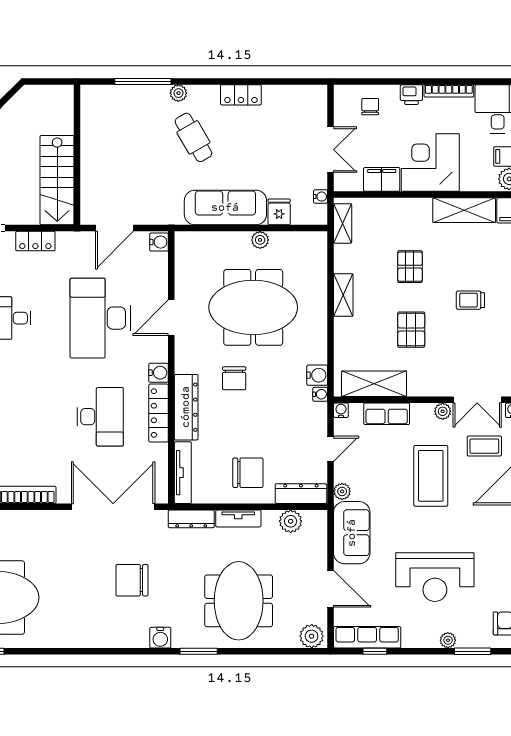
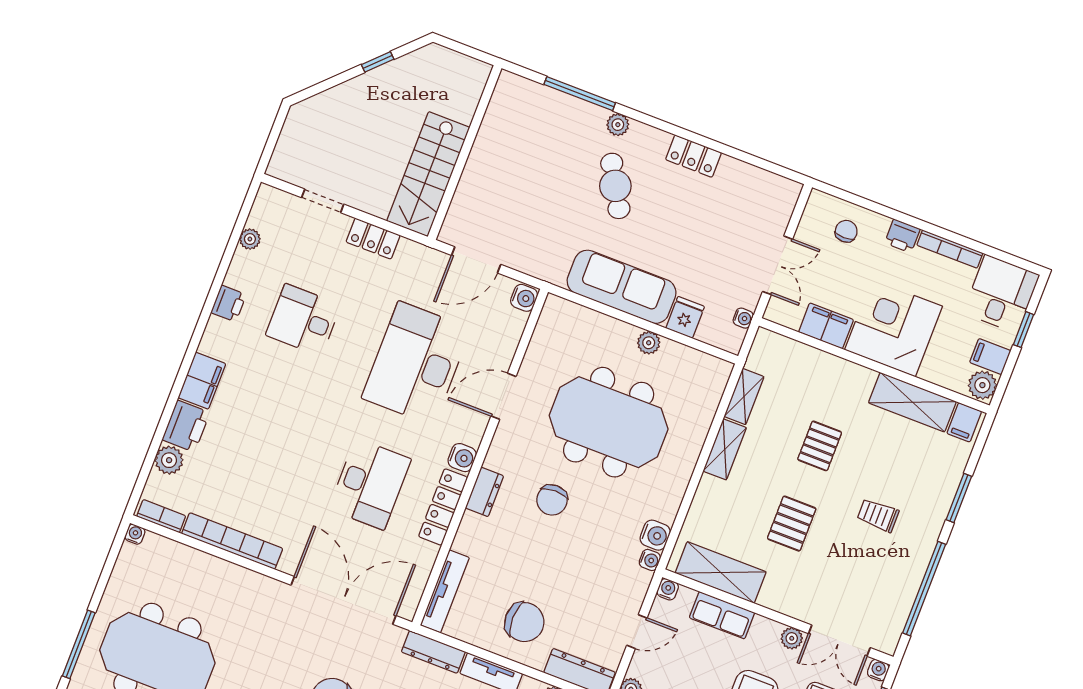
shelving: (343, 223) -> (744, 397), moved
dresser: (186, 407) -> (484, 492), width x0.51, depth x0.80

